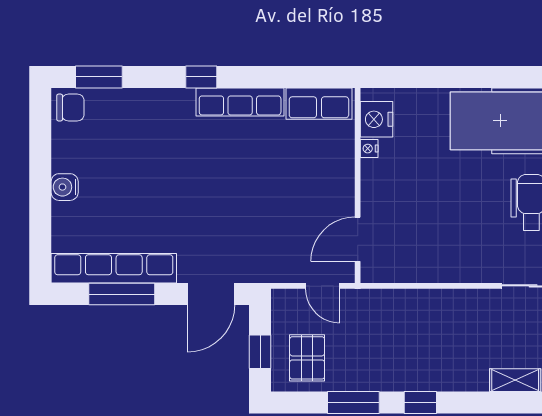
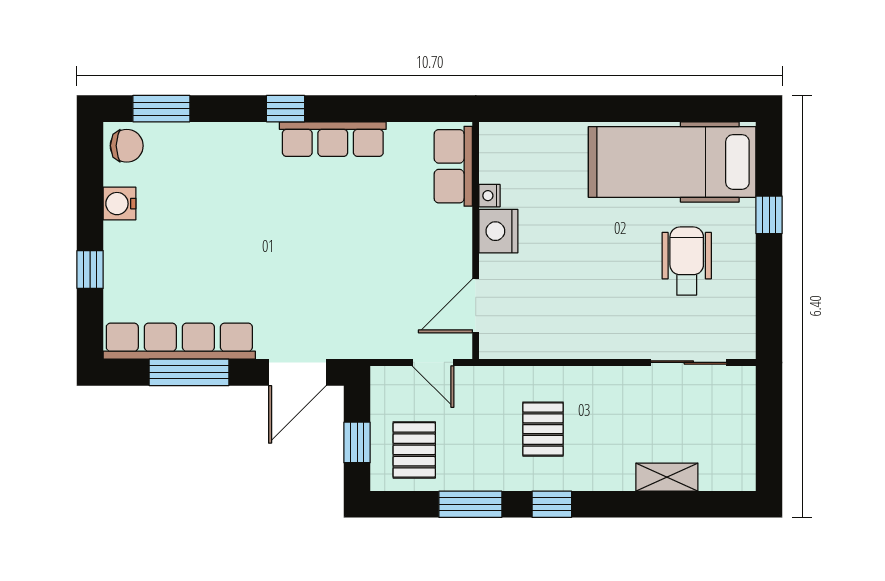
row of seats: (319, 104) -> (453, 166), moved, turned 90
nightstand: (376, 119) -> (498, 231), moved
water cooler: (65, 187) -> (120, 204), moved
window: (40, 209) -> (90, 270), added
pallet: (413, 341) -> (543, 429), added

